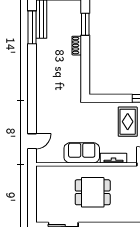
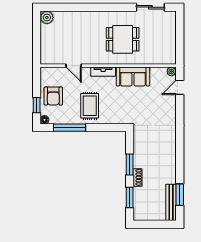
window: (32, 27) -> (180, 195), width x0.69
window: (85, 59) -> (130, 164), added
plant: (41, 158) -> (171, 72), added

